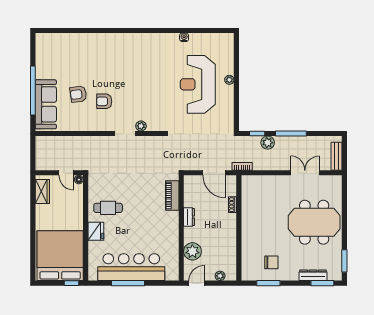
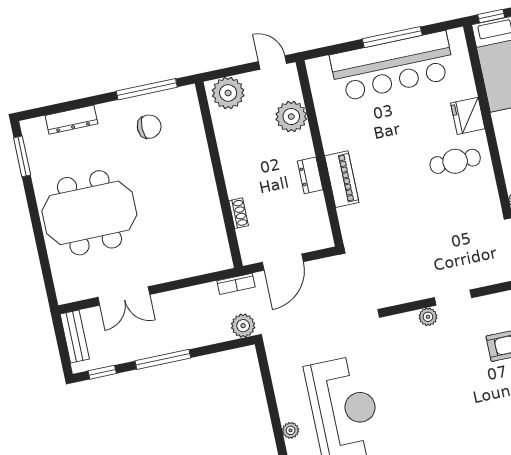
window: (257, 134) -> (102, 372), moved
plant: (268, 143) -> (243, 326), moved
door: (214, 173) -> (283, 262), swing flipped
piano: (172, 195) -> (342, 179), moved
chair: (271, 262) -> (149, 127), turned 180
plant: (220, 276) -> (228, 93), width x1.88, depth x1.88
door: (196, 283) -> (273, 62), swing flipped
window: (268, 283) -> (147, 89), width x1.44
window: (322, 283) -> (52, 109), removed

